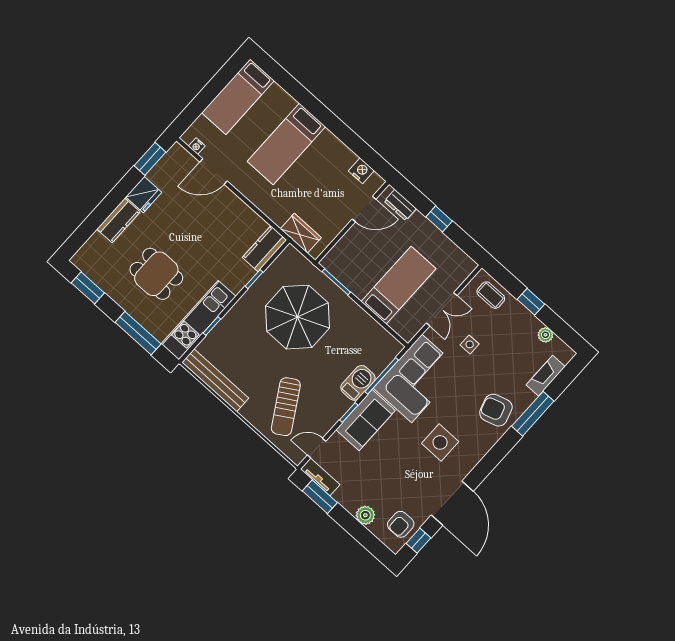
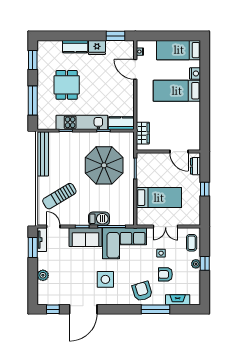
nightstand: (361, 171) -> (195, 73), moved
kitchen unit: (198, 320) -> (82, 122), moved
plant: (545, 335) -> (196, 264), moved
armchair: (401, 524) -> (165, 274), moved

